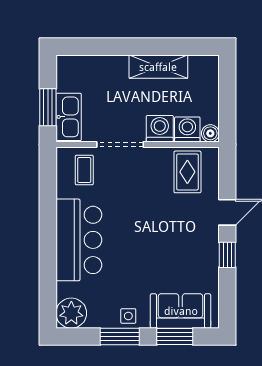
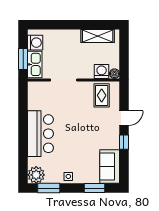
shelving: (158, 67) -> (98, 36), moved
washing machine: (160, 129) -> (35, 43), moved, turned 90
coffee table: (84, 170) -> (43, 94), removed
sofa: (181, 311) -> (110, 167), moved, turned -90
window: (120, 336) -> (49, 188), moved

